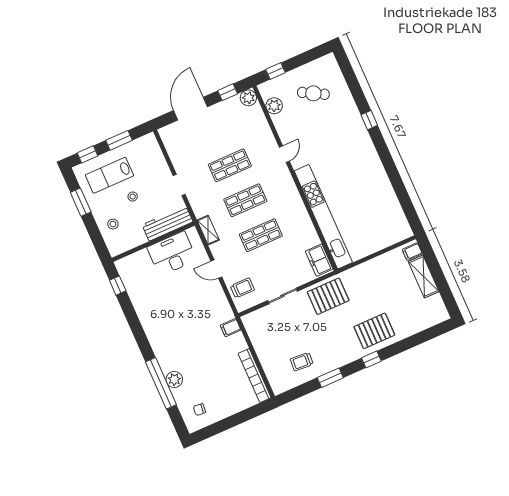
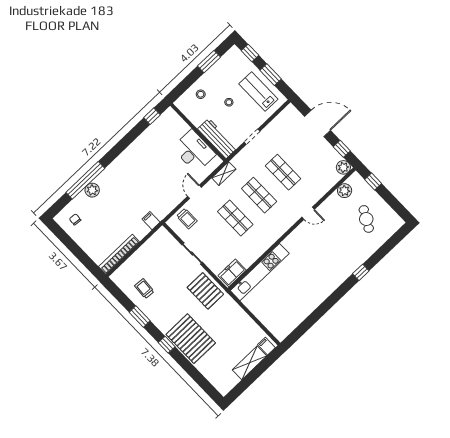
lab bench: (109, 175) -> (258, 92), moved
kitchen unit: (323, 217) -> (260, 272), width x0.73
pallet: (374, 331) -> (191, 339), width x1.37, depth x1.41

